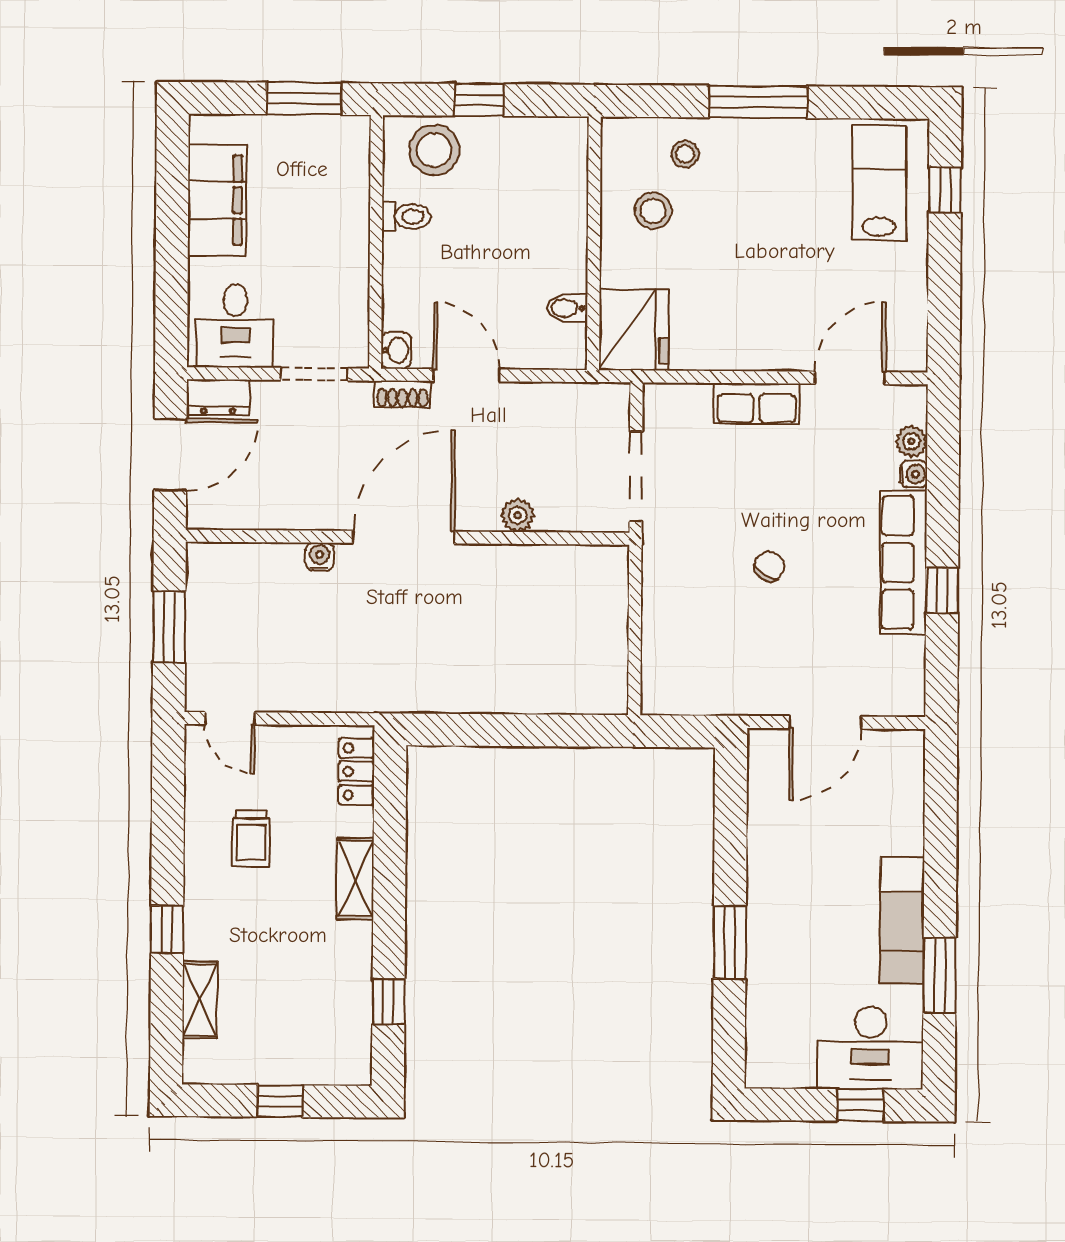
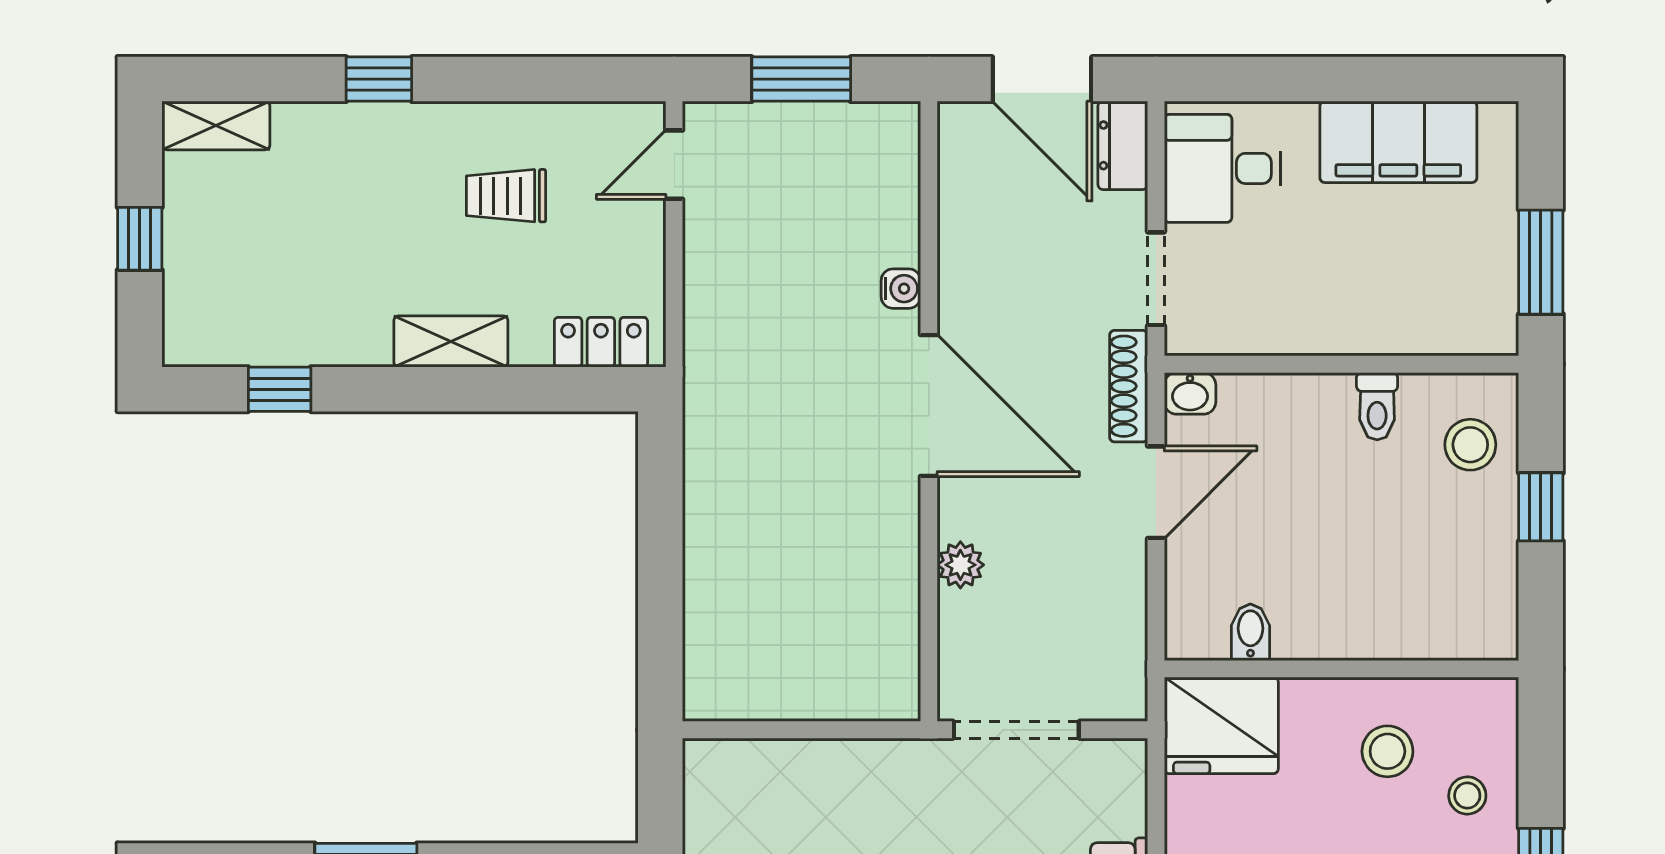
stool: (434, 150) -> (1470, 445), width x0.73, depth x0.73
shoe rack: (403, 394) -> (1129, 386), width x1.43
shelving: (200, 1000) -> (216, 125), moved

